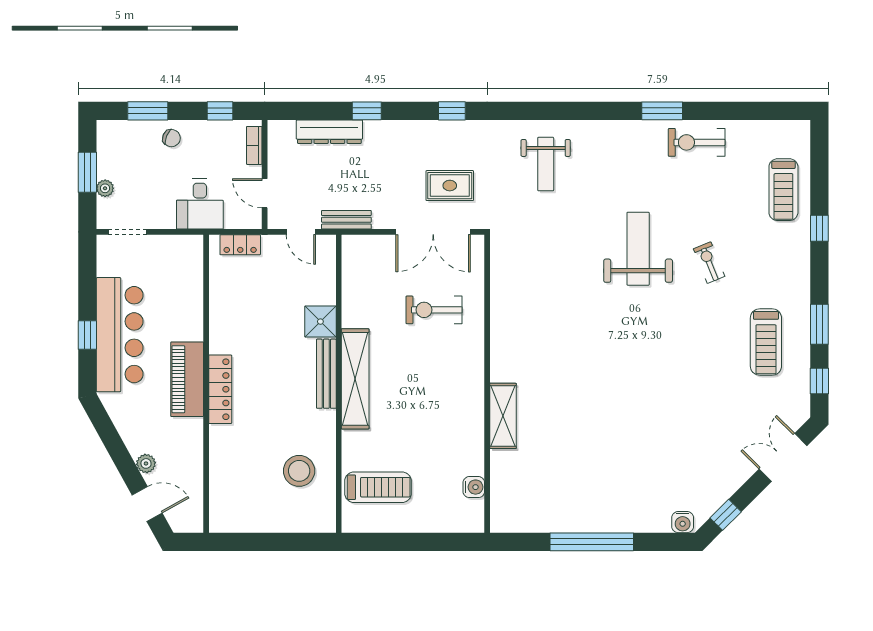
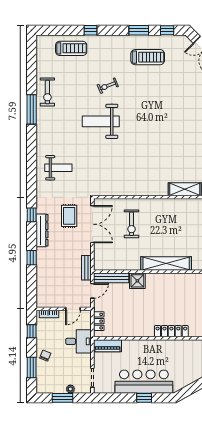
window: (662, 111) -> (32, 109), width x1.44
dresser: (329, 132) -> (42, 230), moved
bench: (326, 374) -> (111, 278), moved
piano: (187, 379) -> (107, 346), moved, width x0.73, depth x0.75

